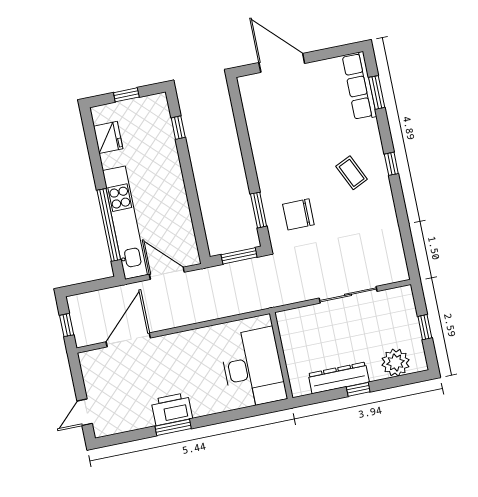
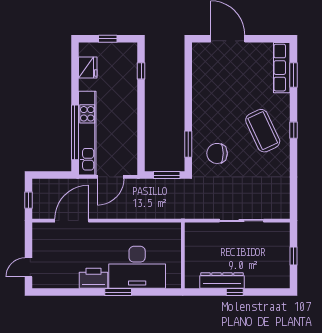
coffee table: (352, 173) -> (263, 131), width x1.86, depth x1.72
door: (167, 273) -> (111, 177), swing flipped
plant: (395, 362) -> (266, 278), removed
desk: (253, 368) -> (137, 267), moved, turned 90
window: (173, 427) -> (118, 292), moved

